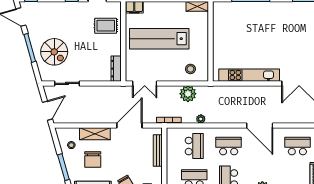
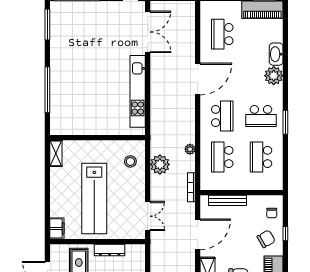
dresser: (116, 69) -> (110, 250), moved
door: (129, 125) -> (198, 234), swing flipped
school desk: (194, 146) -> (222, 157), turned -90
school desk: (229, 146) -> (222, 116), turned 180

